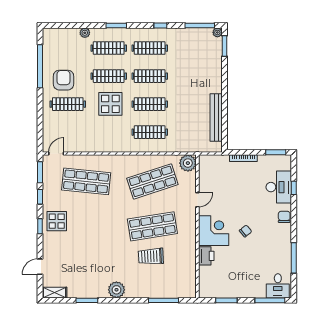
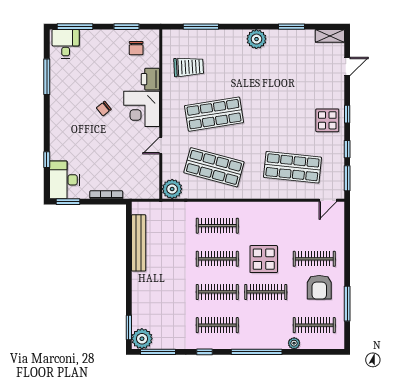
window: (116, 25) -> (257, 352), width x2.11
plant: (217, 32) -> (142, 339), width x1.88, depth x1.88
clothes rail: (109, 48) -> (314, 325), moved
window: (40, 66) -> (347, 304), width x0.68
shop shelf: (152, 181) -> (214, 167), turned 33
desk: (279, 187) -> (65, 180), moved
chair: (284, 217) -> (136, 48), moved
trolley: (151, 256) -> (189, 67), moved

